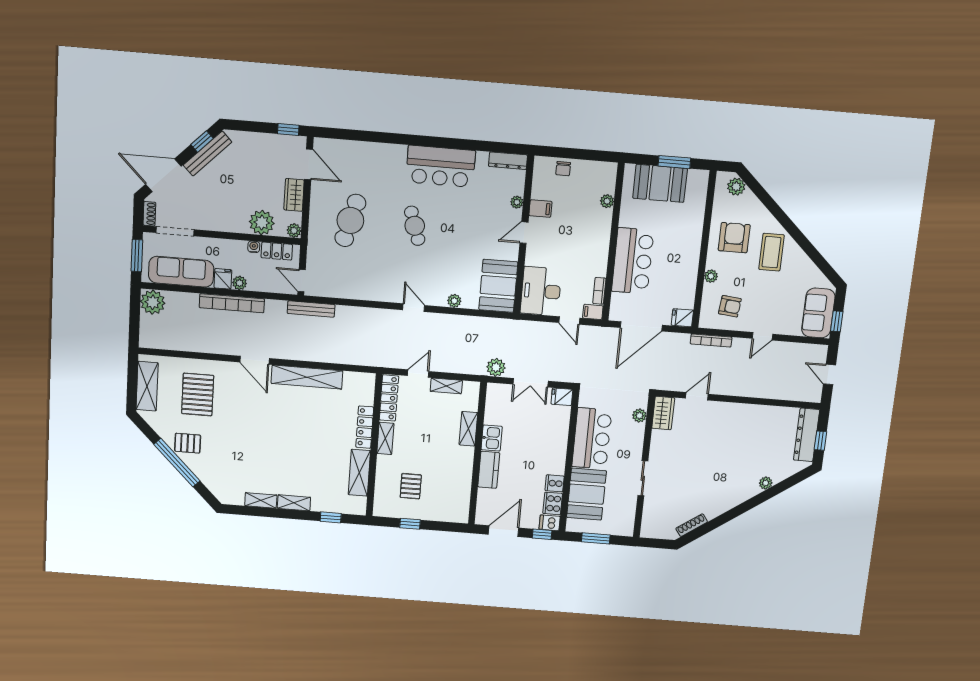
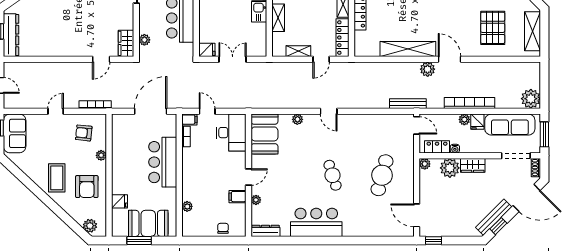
wardrobe: (294, 195) -> (473, 165), moved, turned 90
fridge: (682, 318) -> (120, 201), moved
plant: (496, 367) -> (428, 69), moved

